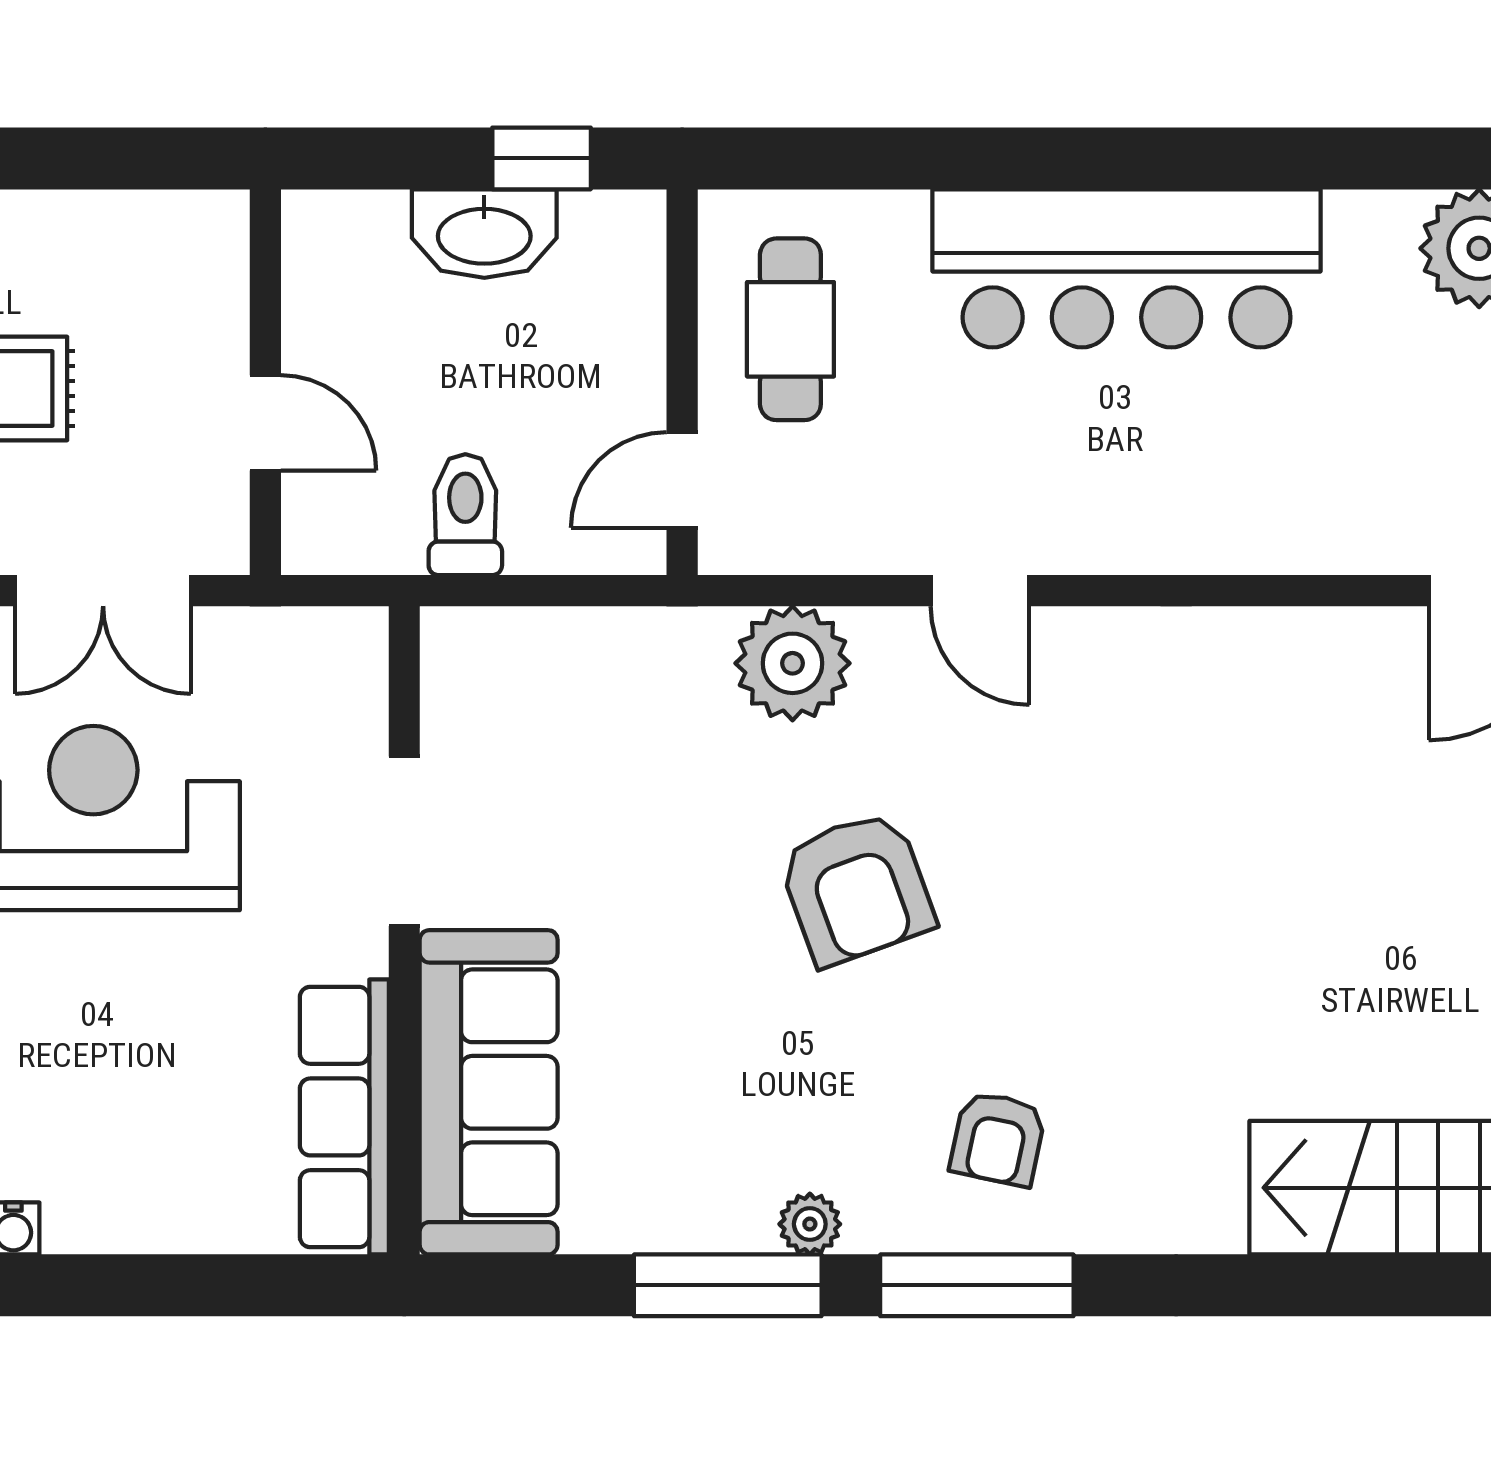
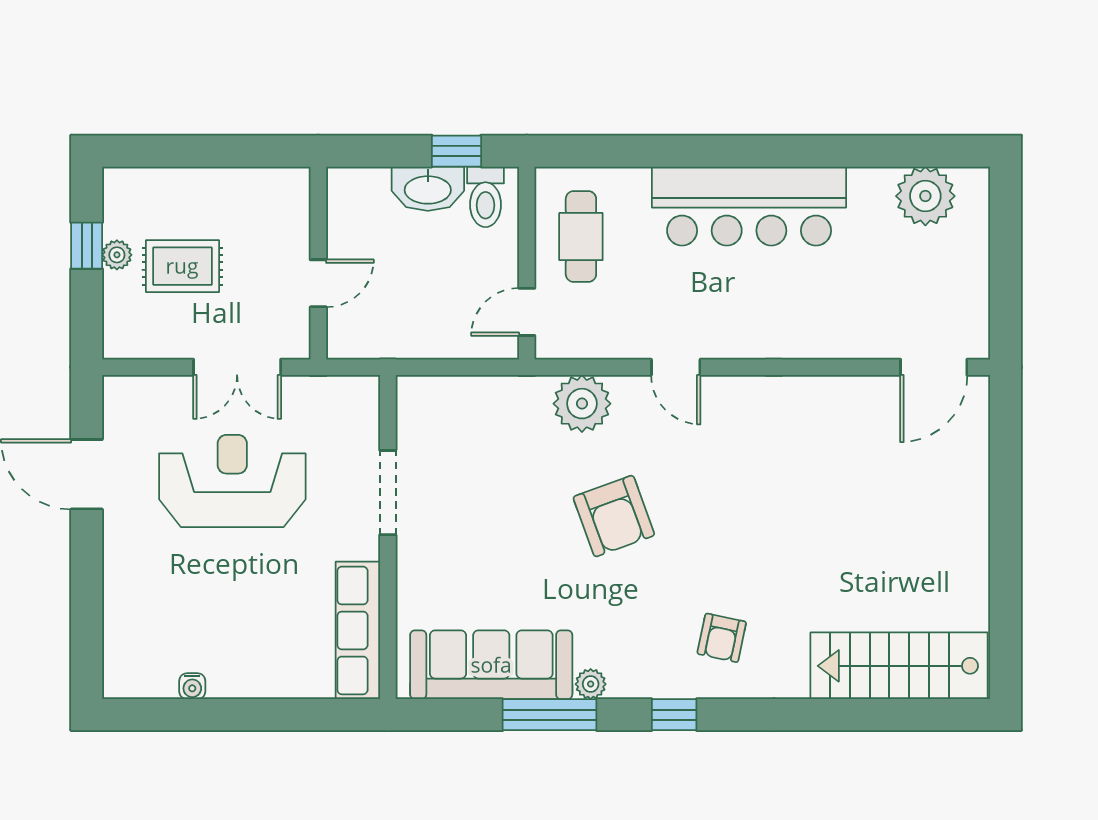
door: (265, 423) -> (318, 283), hinge flipped
toilet: (465, 515) -> (485, 197), moved, turned 180
sofa: (489, 1092) -> (491, 665), moved, turned -90
armchair: (998, 1139) -> (722, 638), moved
window: (977, 1285) -> (674, 715), width x0.46

